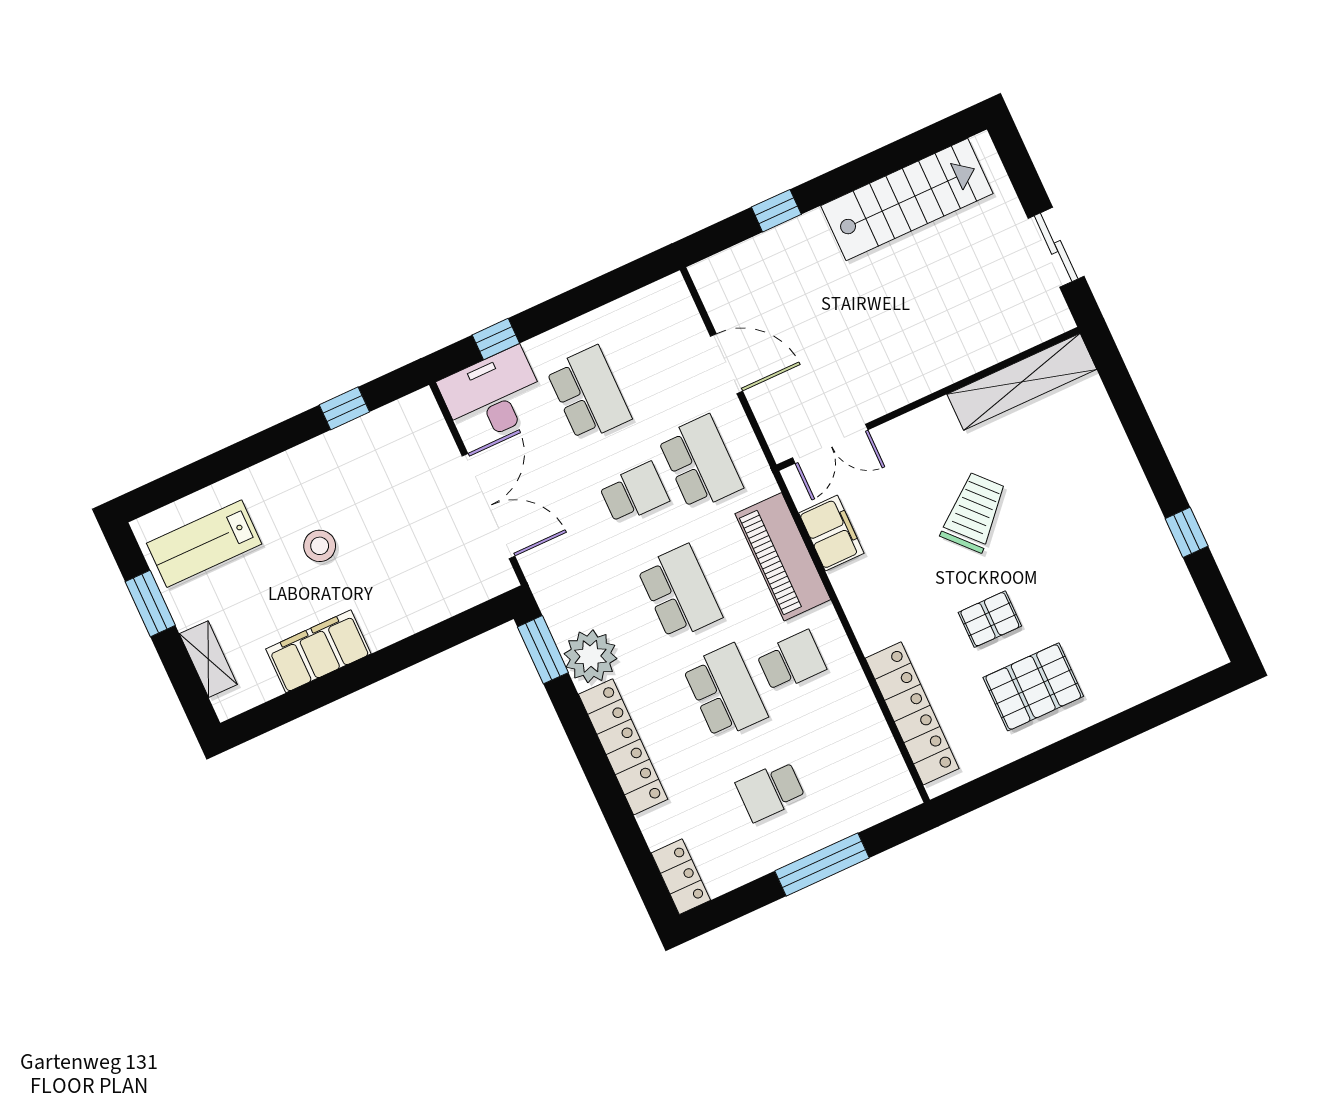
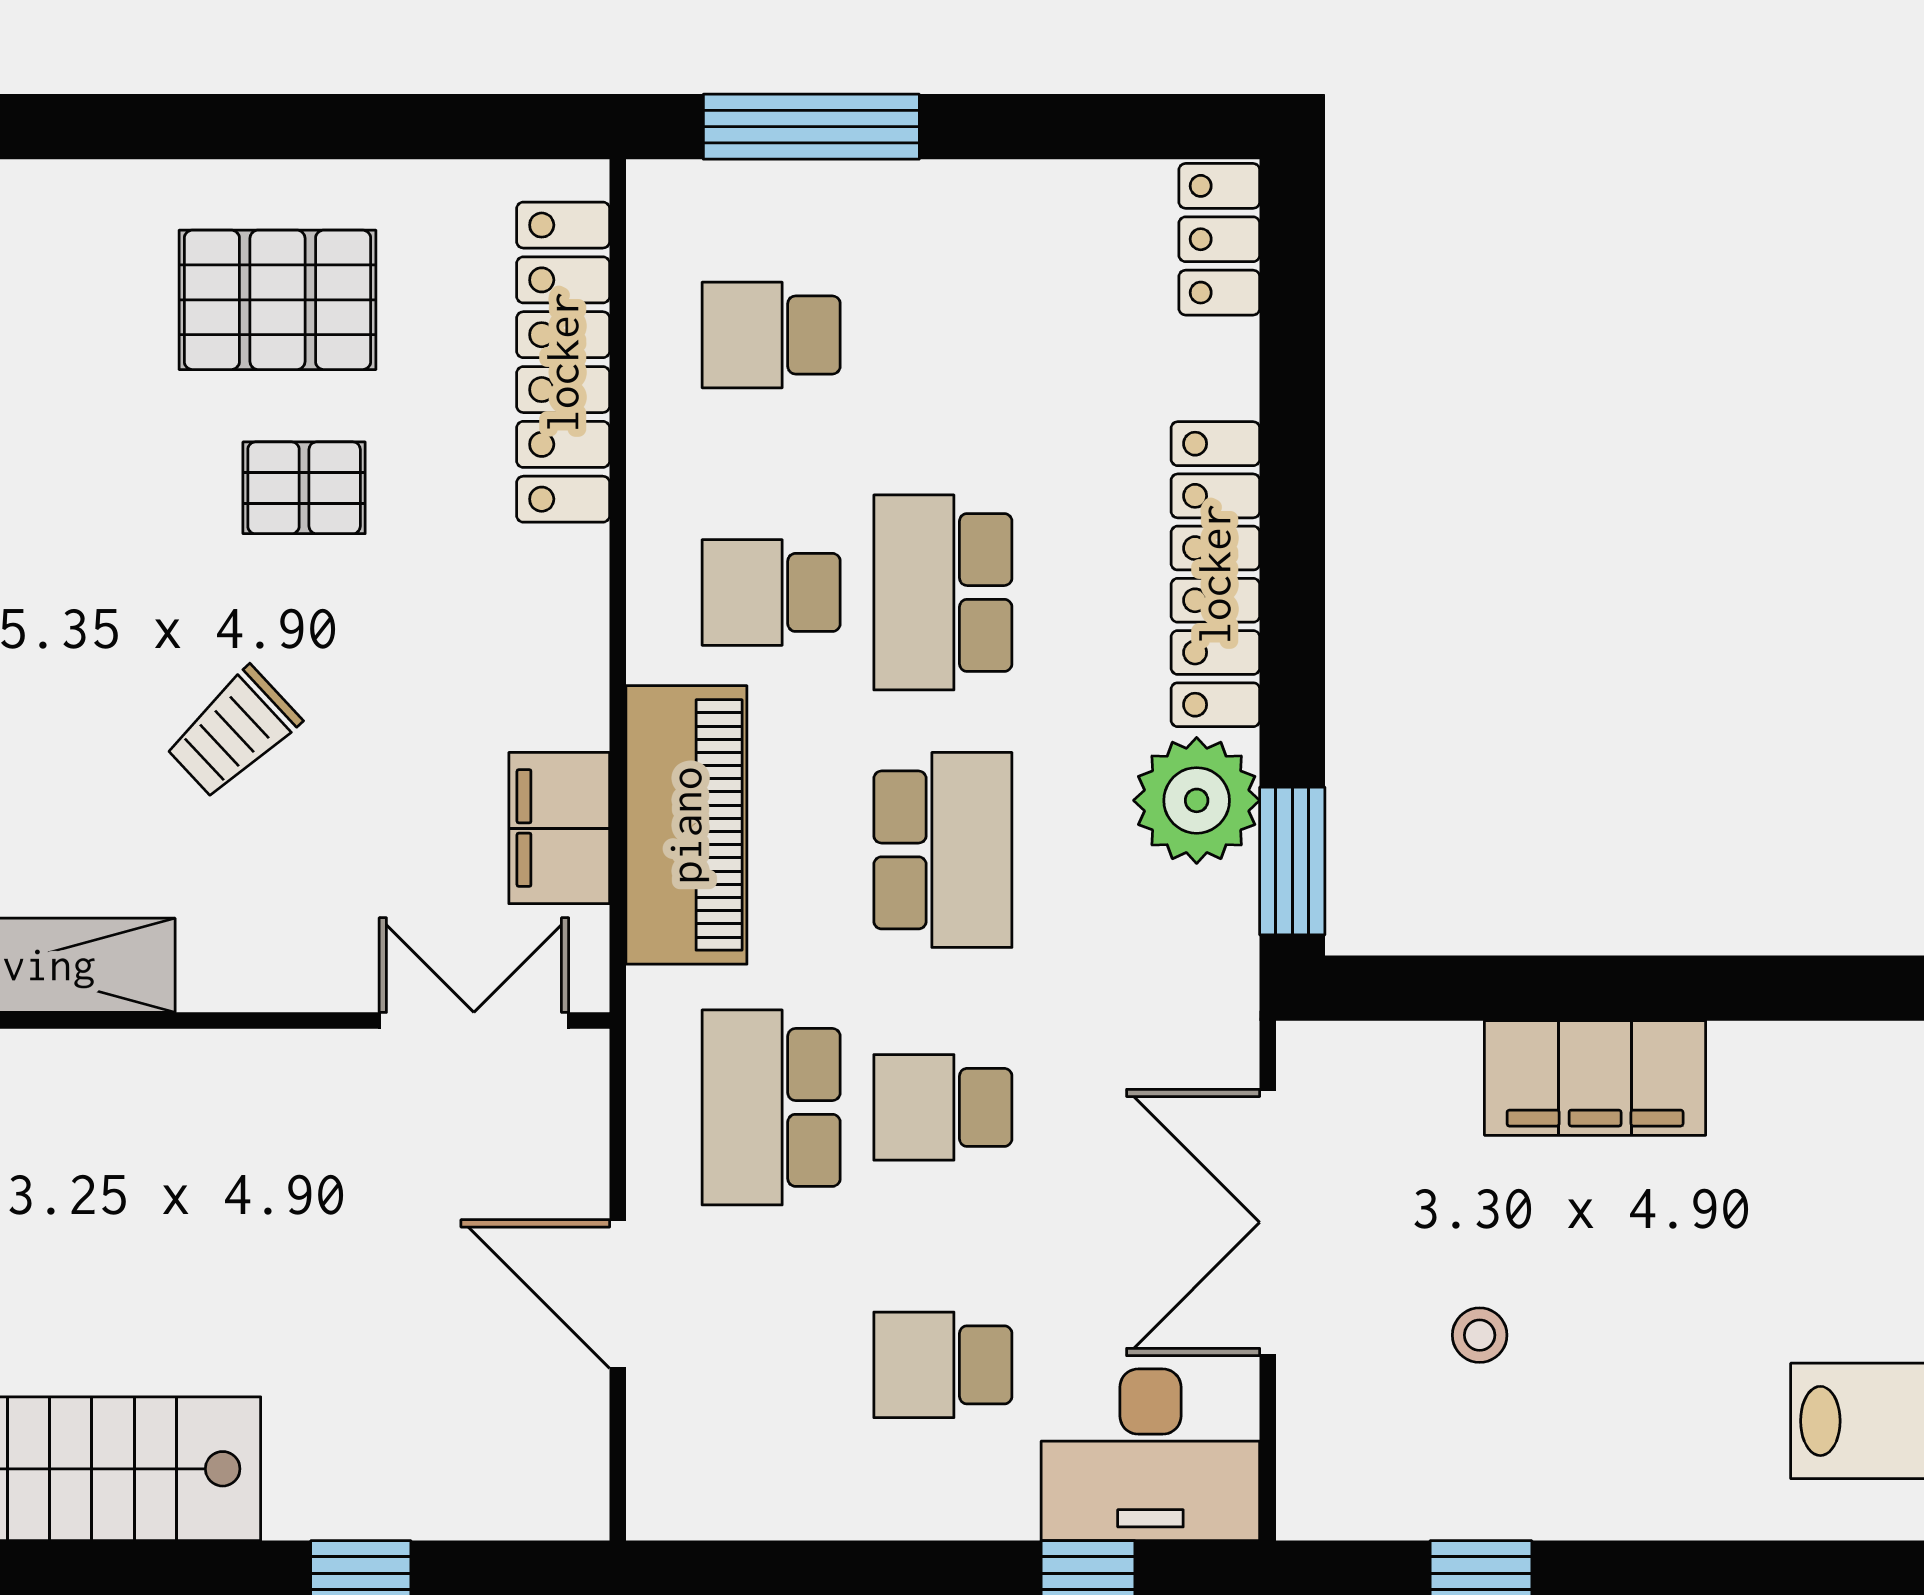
school desk: (589, 394) -> (943, 1365), width x0.54
trolley: (974, 512) -> (233, 733), width x0.73, depth x0.72
stool: (320, 546) -> (1480, 1335), moved, width x0.73, depth x0.73
school desk: (680, 592) -> (943, 850), turned 180
filing cabinet: (318, 651) -> (1595, 1078), moved
school desk: (770, 791) -> (771, 335), moved, turned 180
window: (822, 864) -> (811, 127), moved

